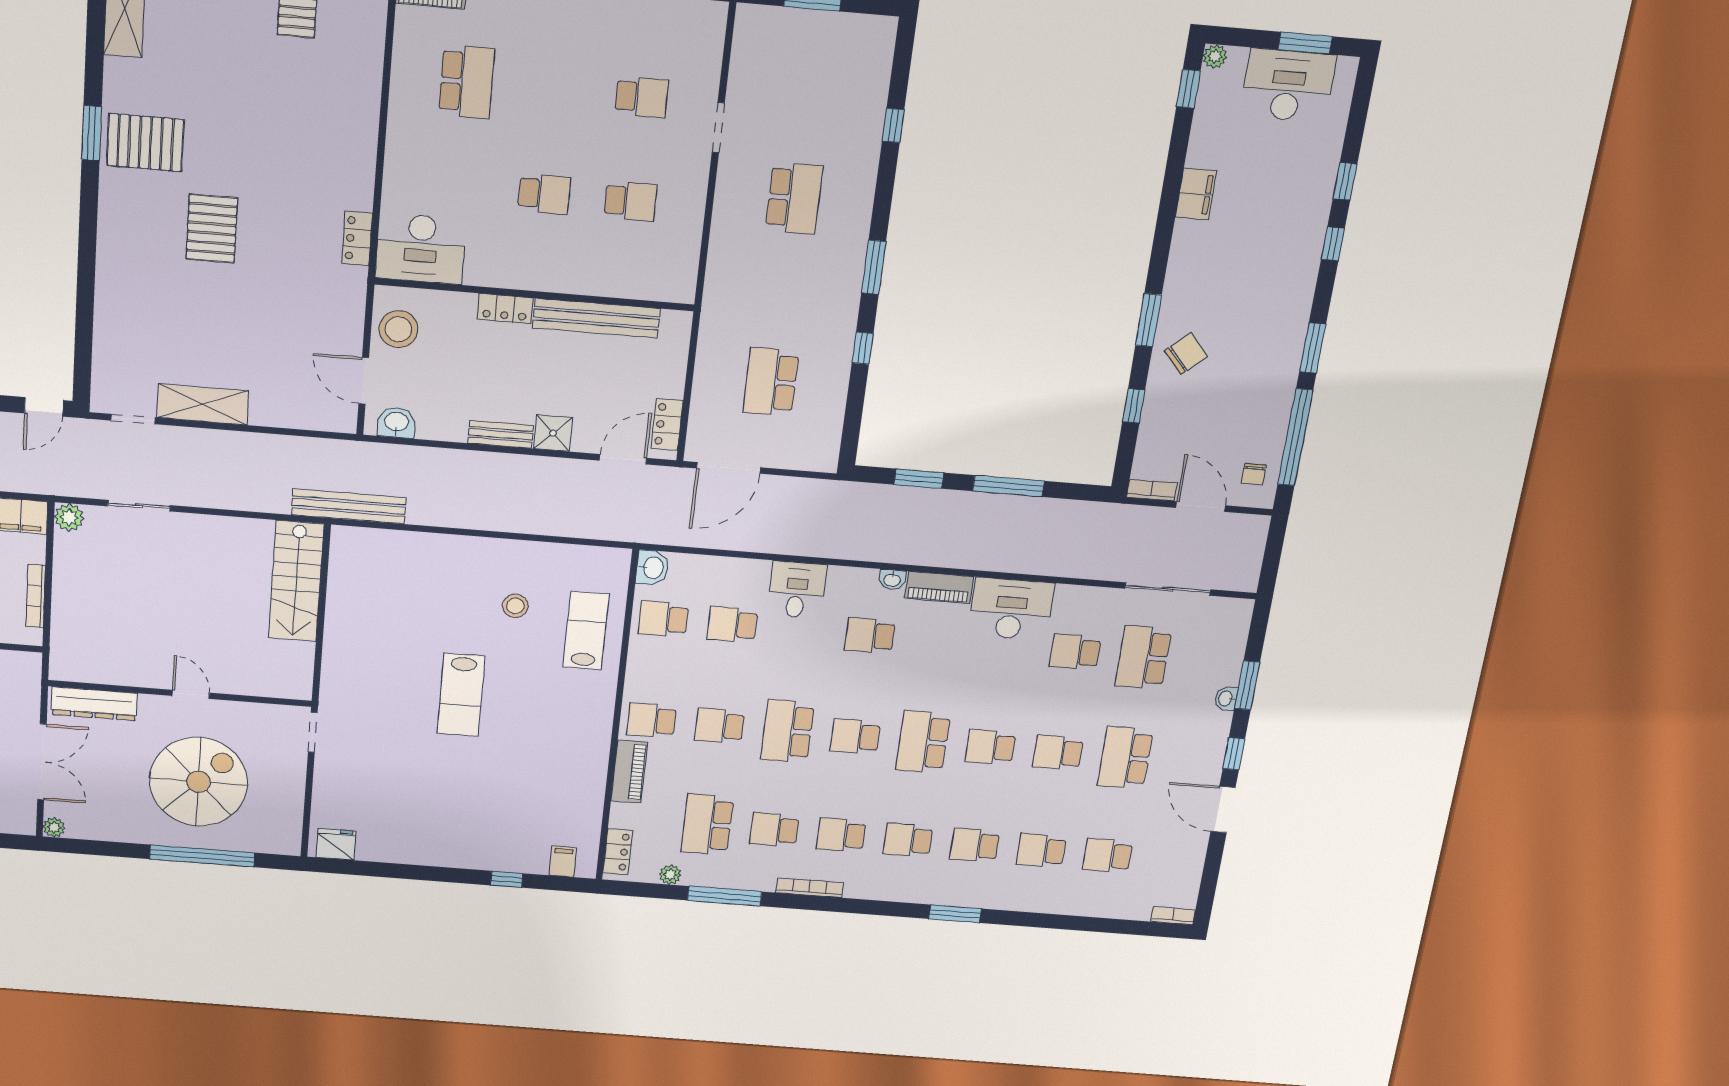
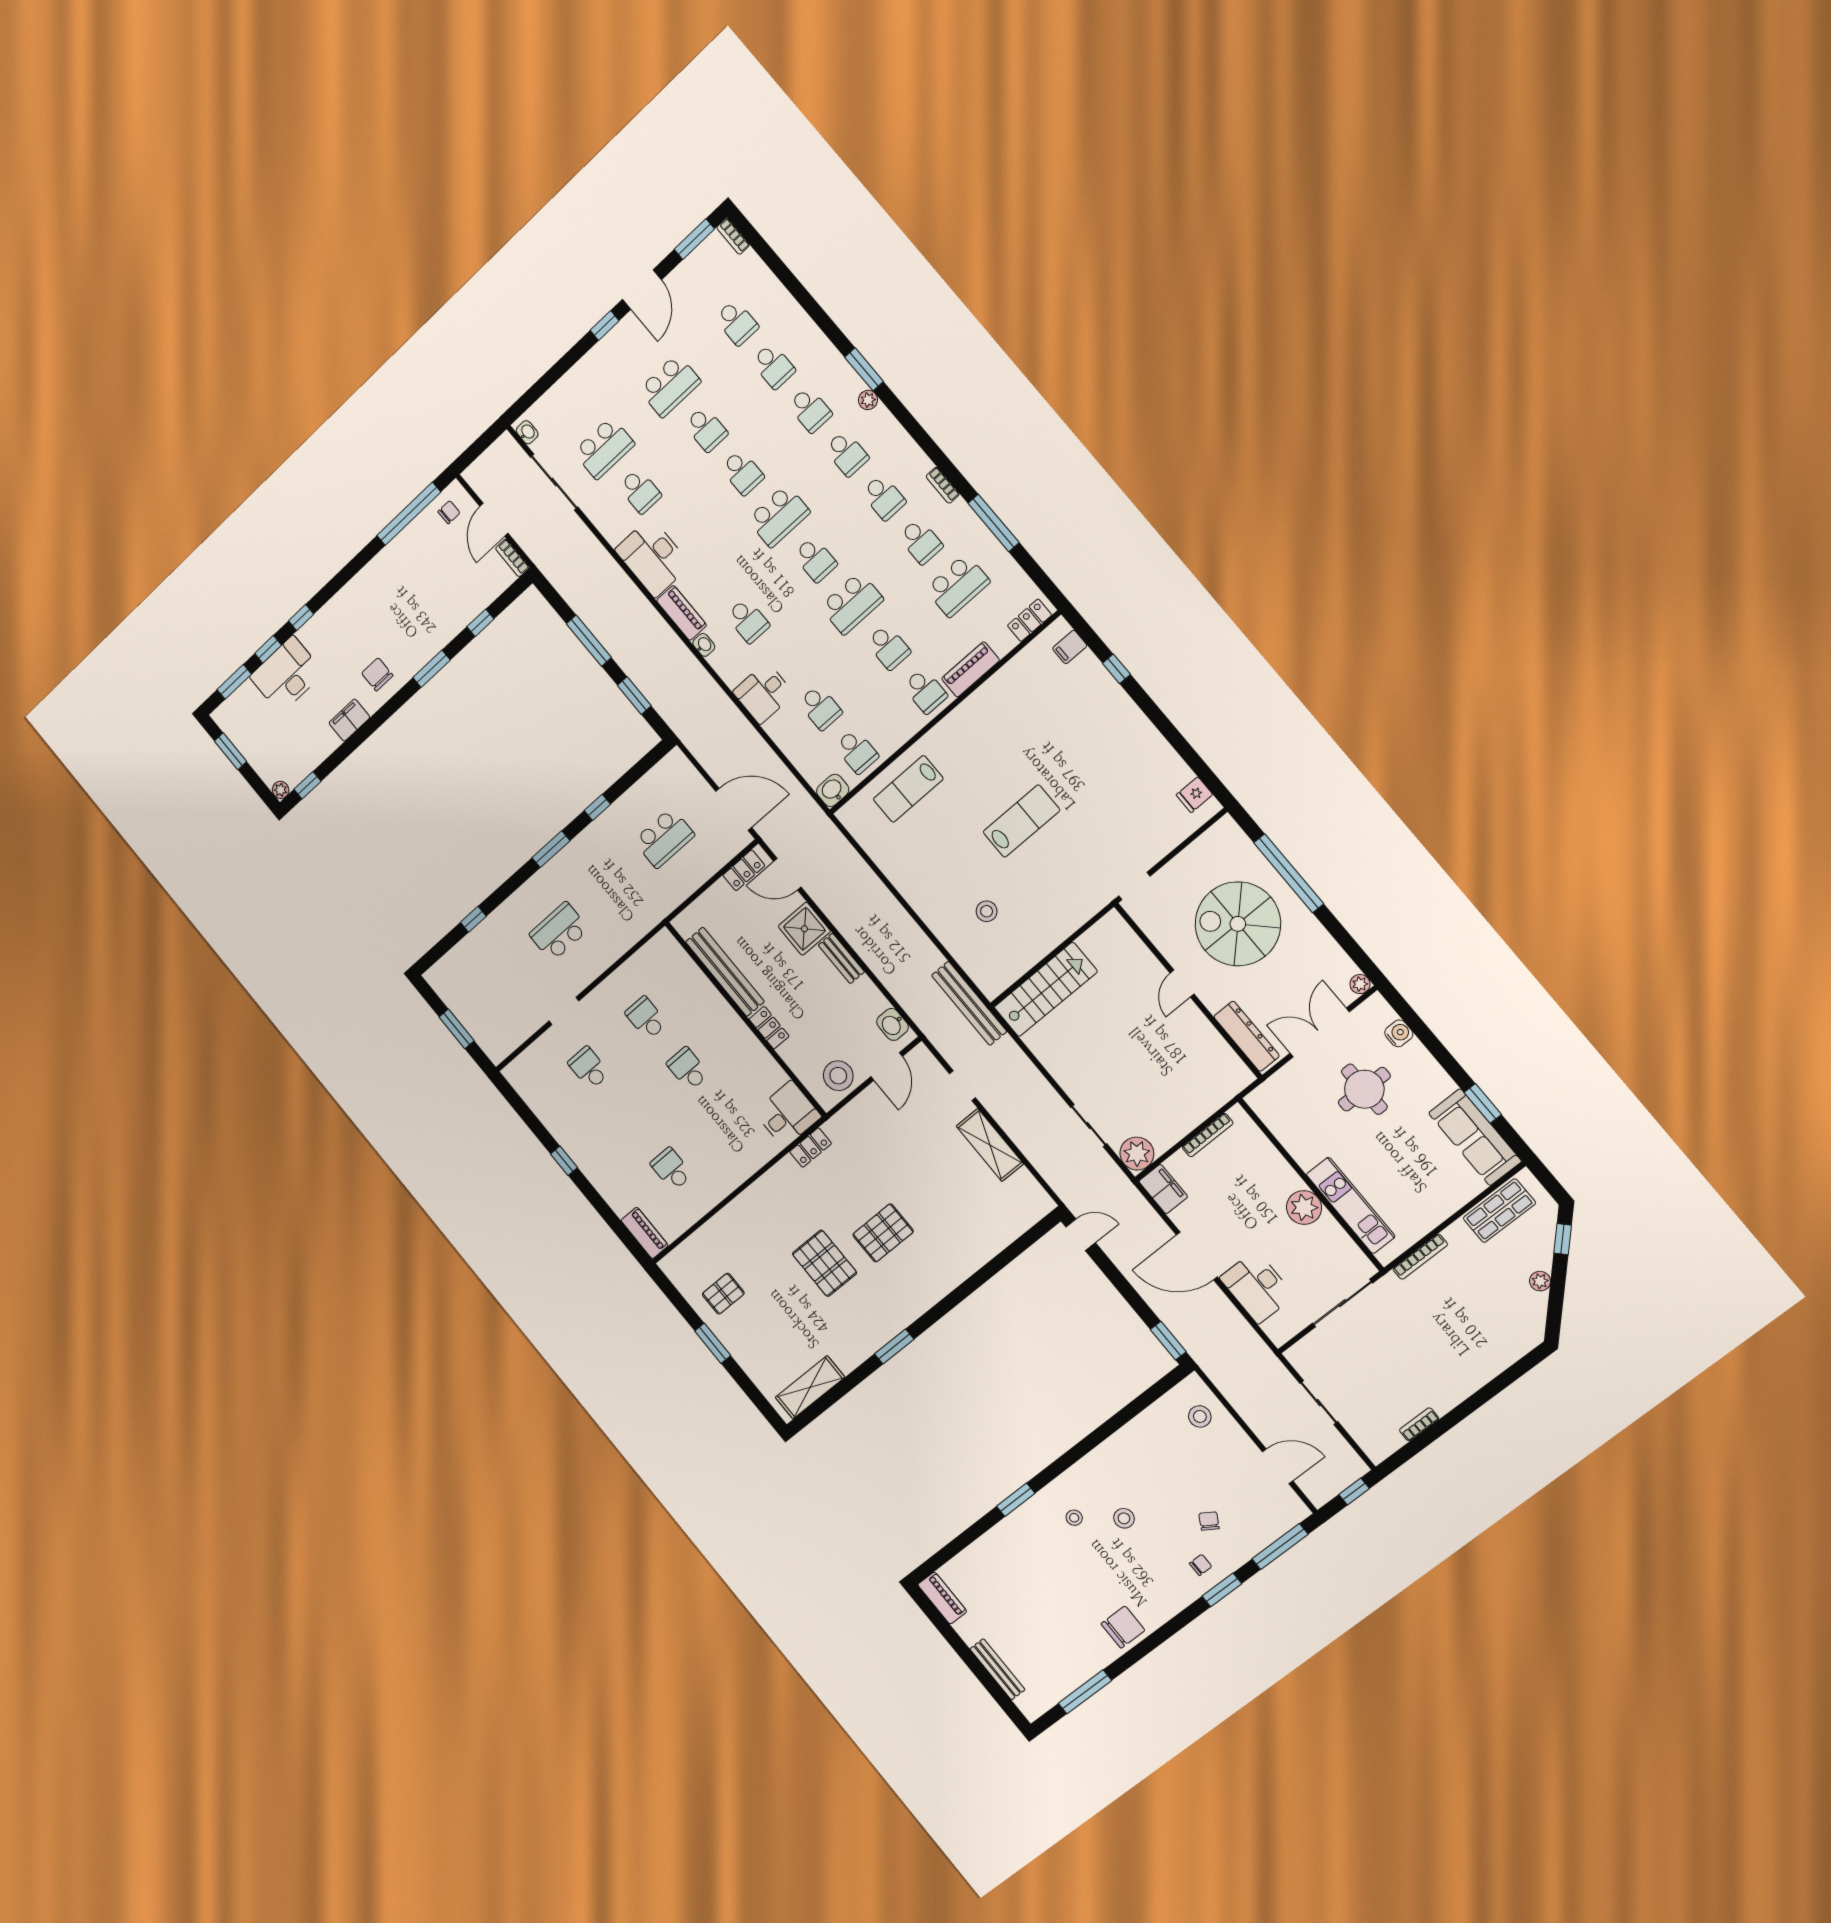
school desk: (467, 82) -> (671, 1169), width x0.54
desk: (1288, 85) -> (287, 675), moved, turned 90
pallet: (145, 143) -> (824, 1263), moved
desk: (421, 248) -> (788, 1114), width x0.73
window: (1313, 348) -> (234, 682), moved
chair: (1186, 354) -> (377, 674), moved, turned 42
doorway: (133, 419) -> (962, 1086), moved
shower: (553, 433) -> (804, 929), width x1.36, depth x1.36
plant: (69, 517) -> (1137, 1154), width x1.36, depth x1.36
stool: (515, 606) -> (987, 911), moved
window: (1247, 685) -> (694, 239), moved
washbasin: (1226, 699) -> (527, 432), moved, turned -90
fridge: (336, 844) -> (1194, 795), width x0.72
plant: (670, 875) -> (868, 400), moved
bookcase: (810, 888) -> (943, 485), width x0.64

